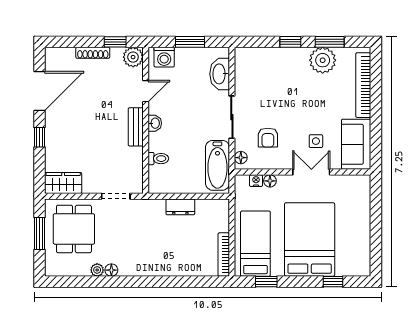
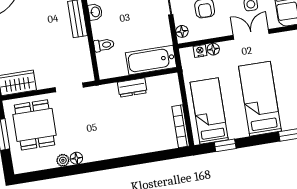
bathtub: (217, 165) -> (151, 60), moved, turned 90
bed: (310, 240) -> (260, 99), width x0.67

